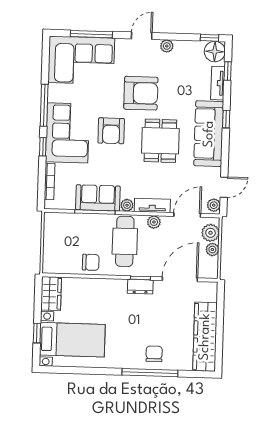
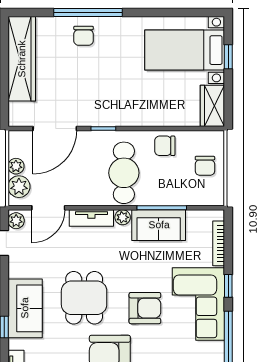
armchair: (111, 131) -> (145, 308), turned 90
sofa: (209, 134) -> (25, 308), width x0.73
plant: (154, 222) -> (89, 198), removed
chair: (59, 245) -> (205, 166), added
dresser: (140, 287) -> (103, 118), removed

